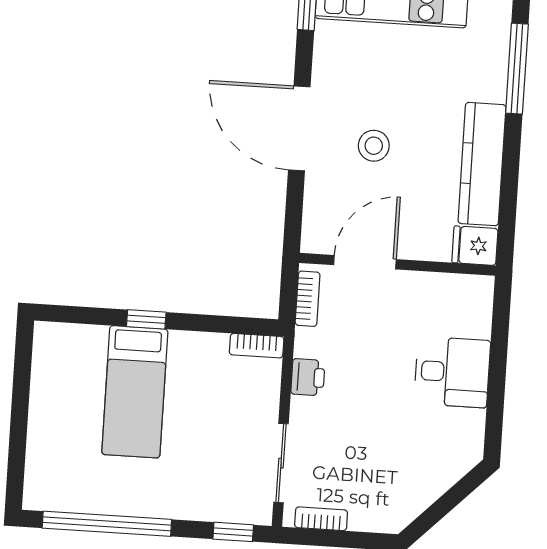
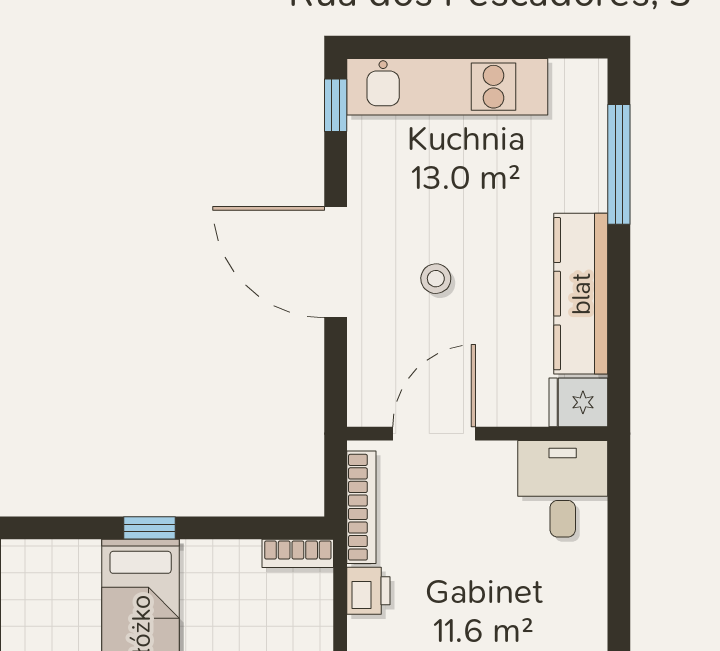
stool: (374, 146) -> (436, 279), width x0.73, depth x0.73
bookcase: (308, 299) -> (361, 507), width x1.56
desk: (452, 372) -> (563, 489), moved, turned -90

